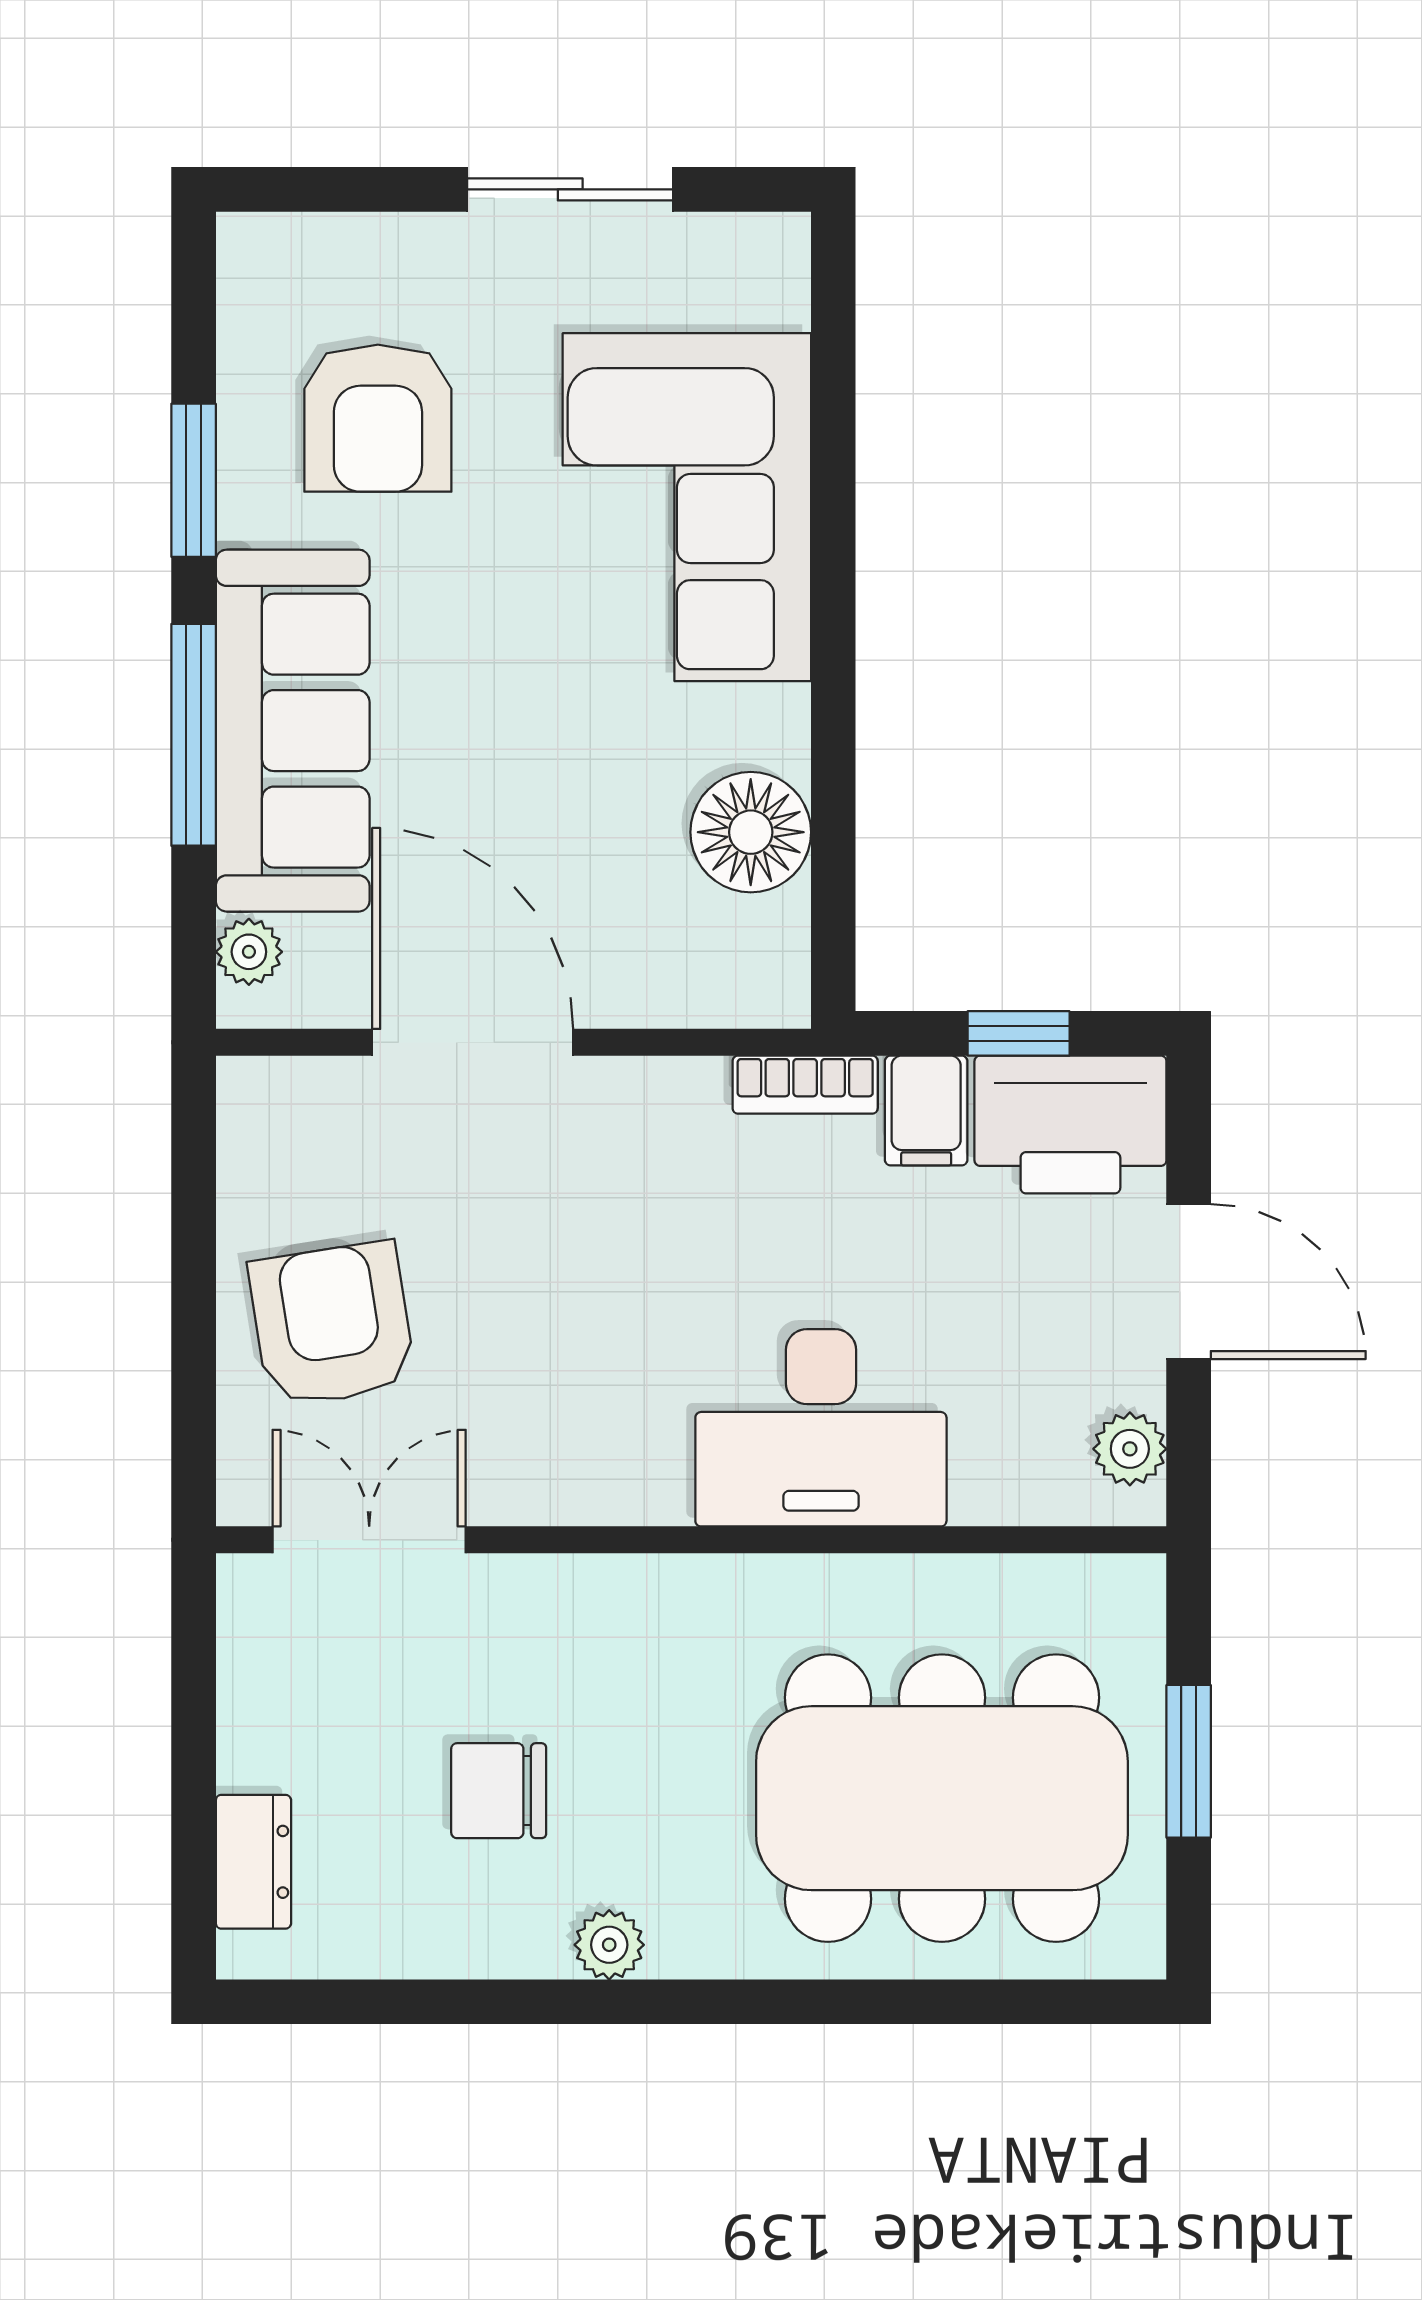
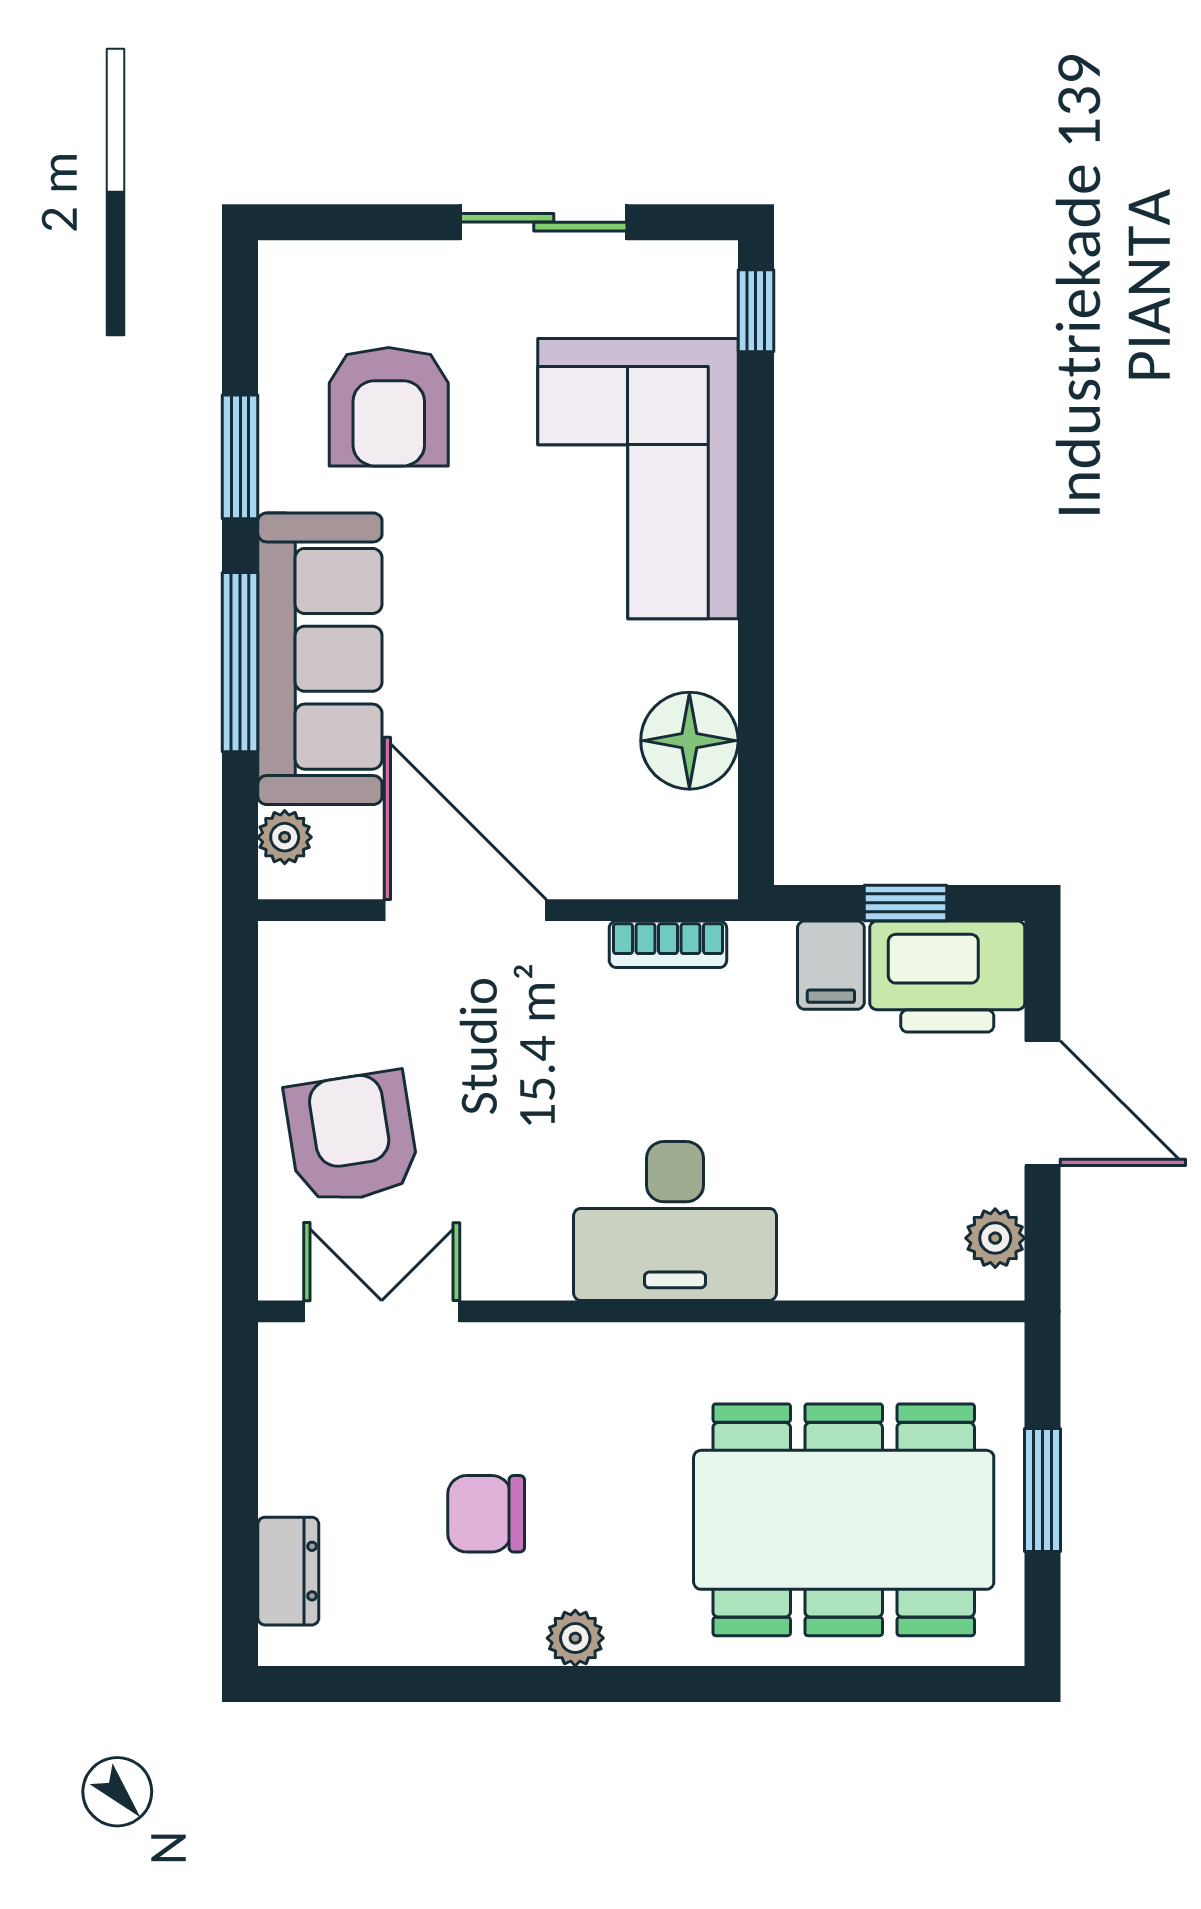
window: (833, 299) -> (756, 311), added
bookcase: (805, 1085) -> (668, 944), moved
desk: (821, 1428) -> (675, 1221), moved

